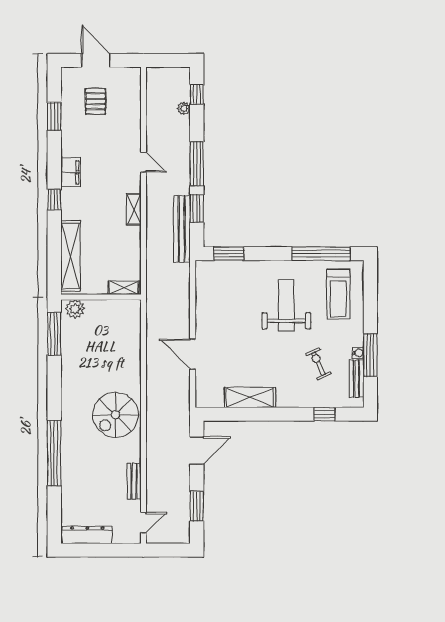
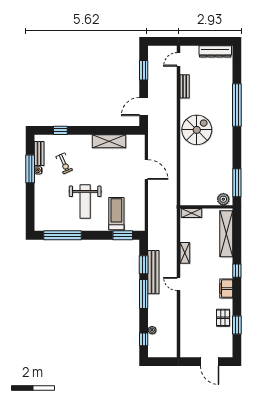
pallet: (96, 101) -> (223, 318), moved
door: (143, 162) -> (179, 284), moved
shelving: (134, 209) -> (185, 253), moved
bench: (182, 229) -> (153, 272), moved
treadmill: (338, 294) -> (116, 214), moved

